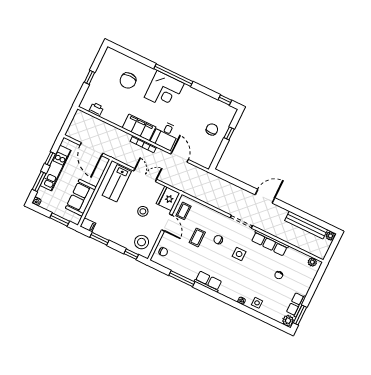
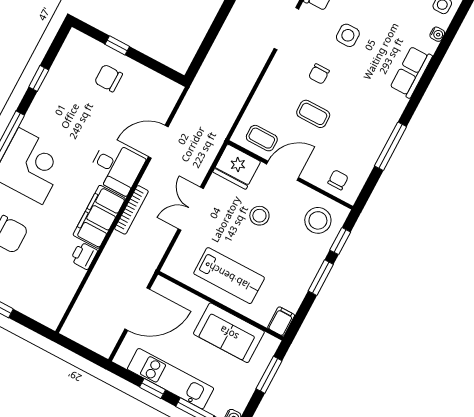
window: (225, 100) -> (39, 78), moved
printer: (96, 109) -> (84, 256), moved
lab bench: (117, 183) -> (229, 276), moved
window: (99, 239) -> (321, 278), moved
row of seats: (208, 282) -> (411, 72), moved

